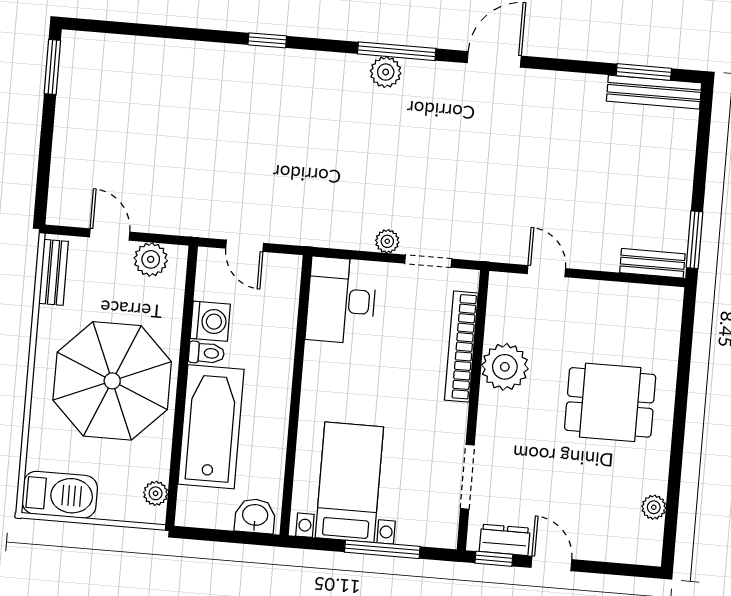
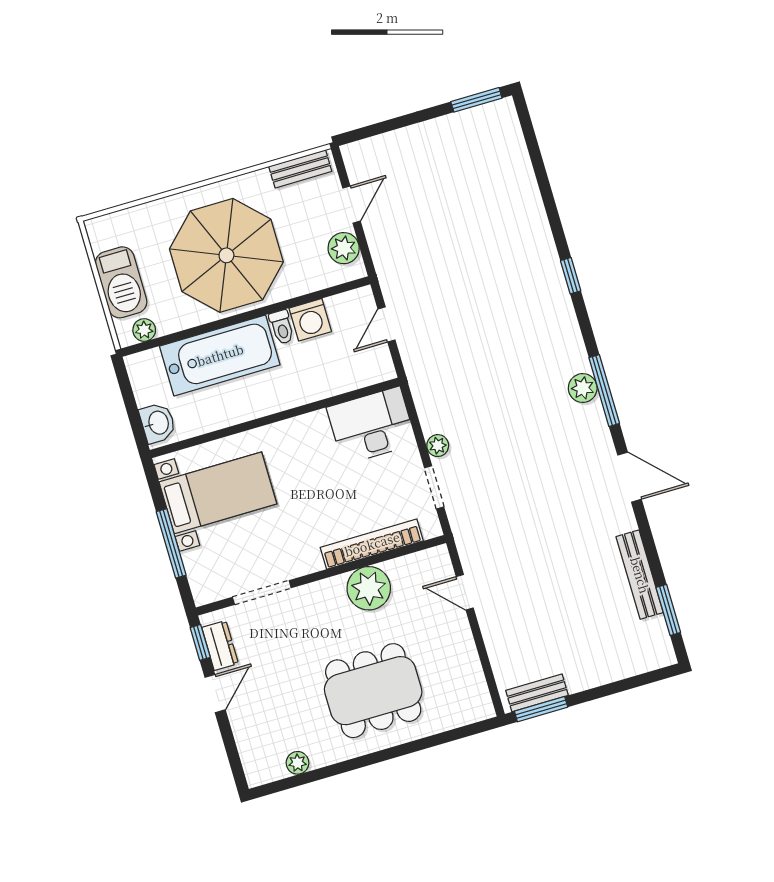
bench: (654, 92) -> (640, 575), moved
bench: (652, 263) -> (537, 693), moved, turned 90
door: (546, 271) -> (465, 592), swing flipped
dining table: (610, 402) -> (373, 691), width x1.38
barbecue: (60, 495) -> (121, 282), moved

